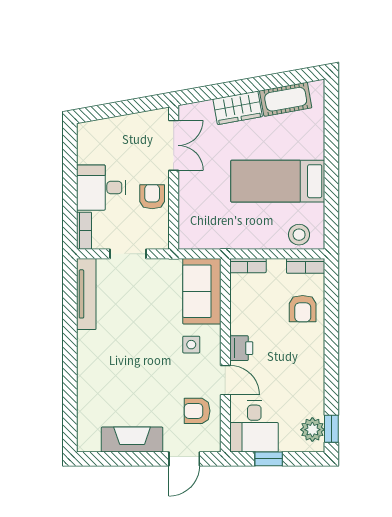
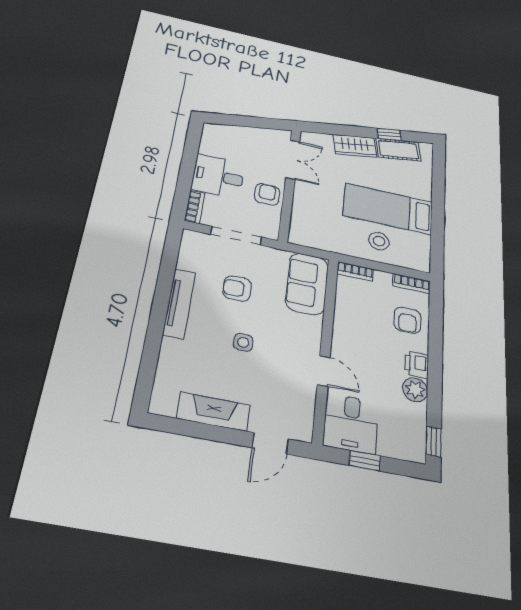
window: (274, 81) -> (389, 134), added
stool: (299, 235) -> (379, 241), moved
doorway: (128, 254) -> (236, 236), width x1.38
tv unit: (86, 294) -> (179, 304), moved
side table: (191, 345) -> (243, 342), moved
printer: (241, 348) -> (417, 365), moved, turned 180
armchair: (197, 411) -> (237, 289), moved
plant: (312, 430) -> (415, 390), moved

